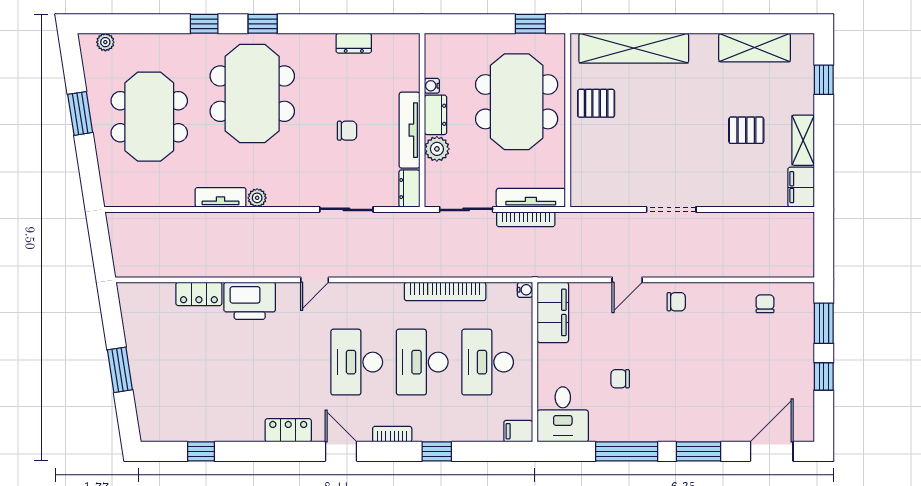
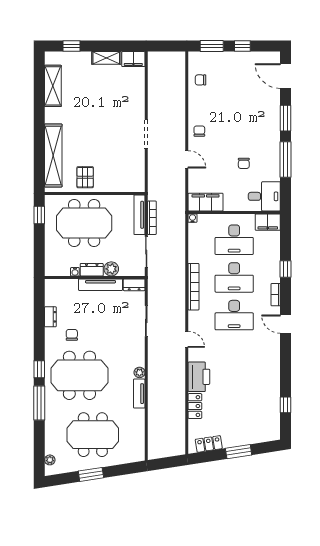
window: (204, 24) -> (39, 403), width x2.17
pallet: (746, 130) -> (101, 91), removed
chair: (347, 131) -> (72, 335), moved
bookcase: (445, 291) -> (193, 287), moved
locker: (288, 430) -> (209, 444), moved, turned 81
filing cabinet: (518, 431) -> (268, 222), width x2.00
door: (341, 451) -> (286, 324), hinge flipped

